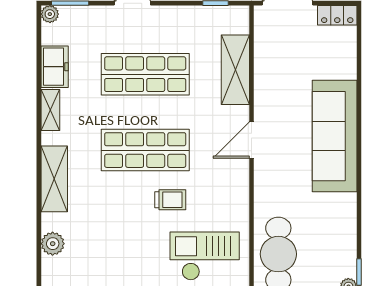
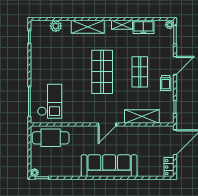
shop shelf: (145, 74) -> (140, 72), width x0.70, depth x0.74
door: (252, 140) -> (107, 125), swing flipped
trolley: (170, 200) -> (166, 83), moved

